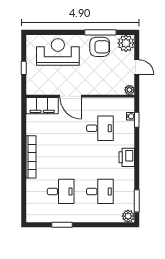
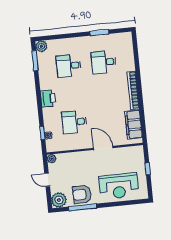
filing cabinet: (42, 106) -> (134, 125), moved, turned -90

